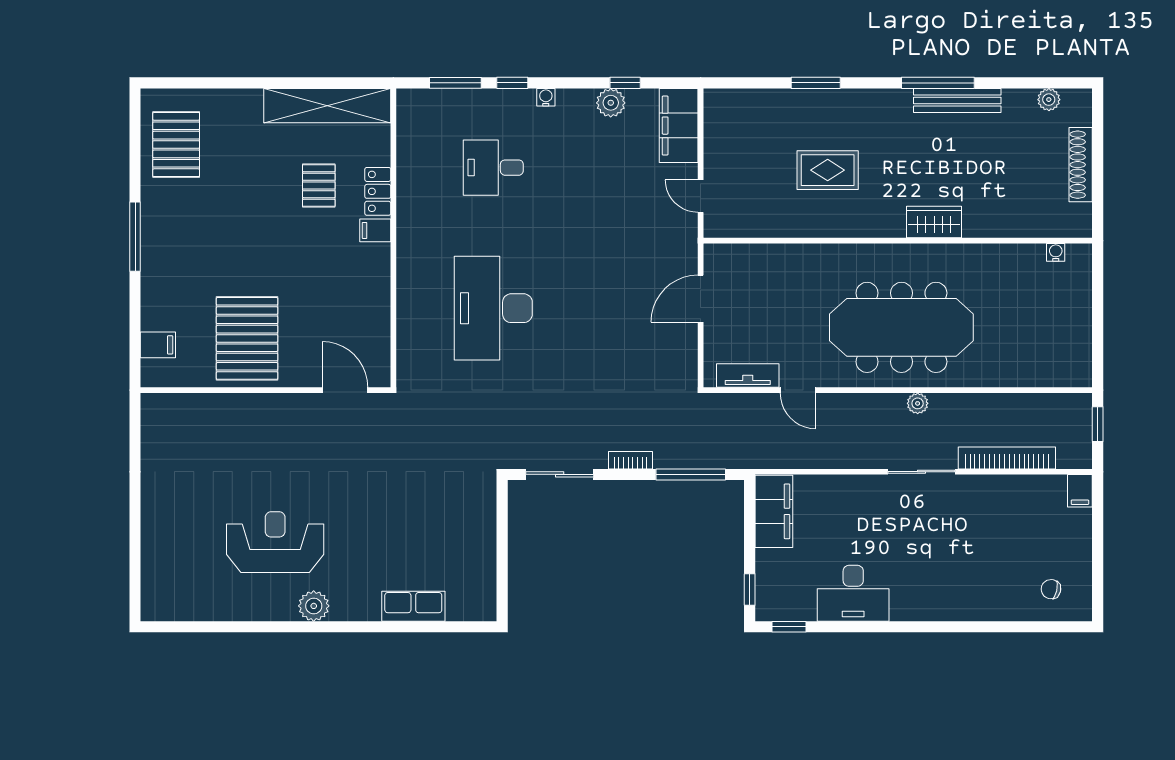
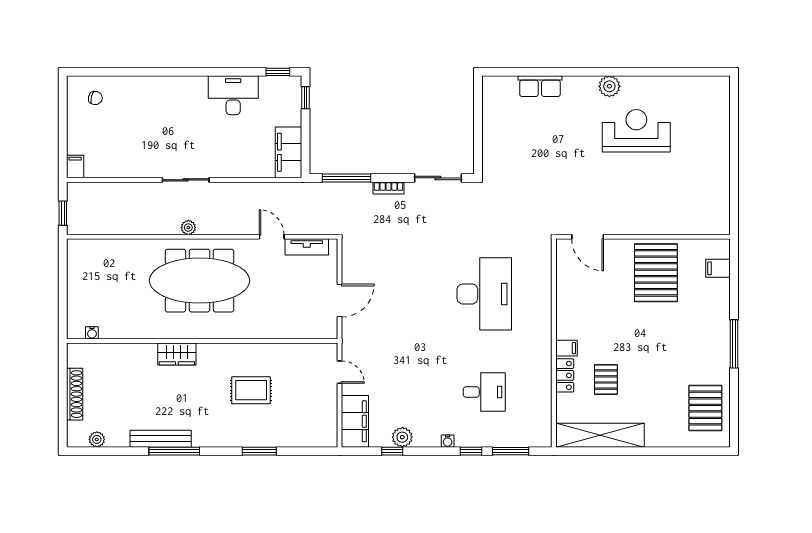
bookcase: (1007, 458) -> (126, 189), removed
reception desk: (275, 542) -> (636, 131), turned 180

